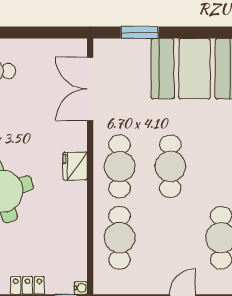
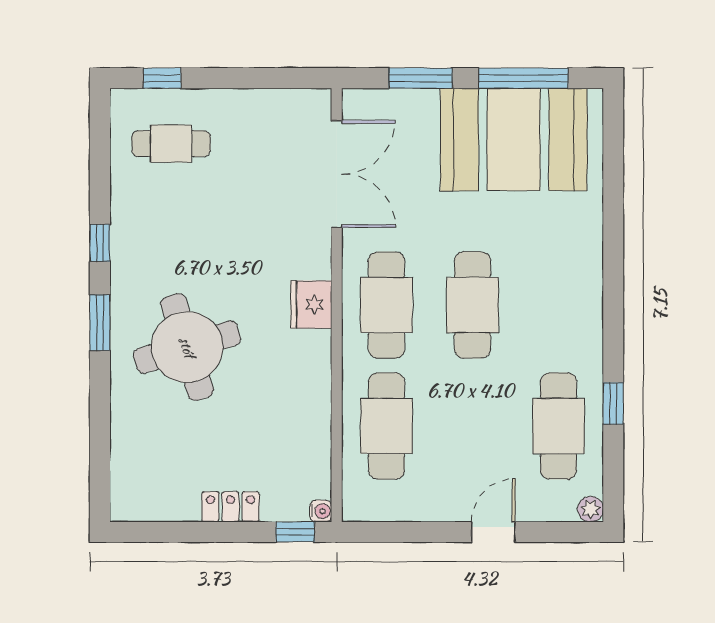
window: (200, 32) -> (523, 78), added
double door: (90, 89) -> (337, 174), swing flipped

